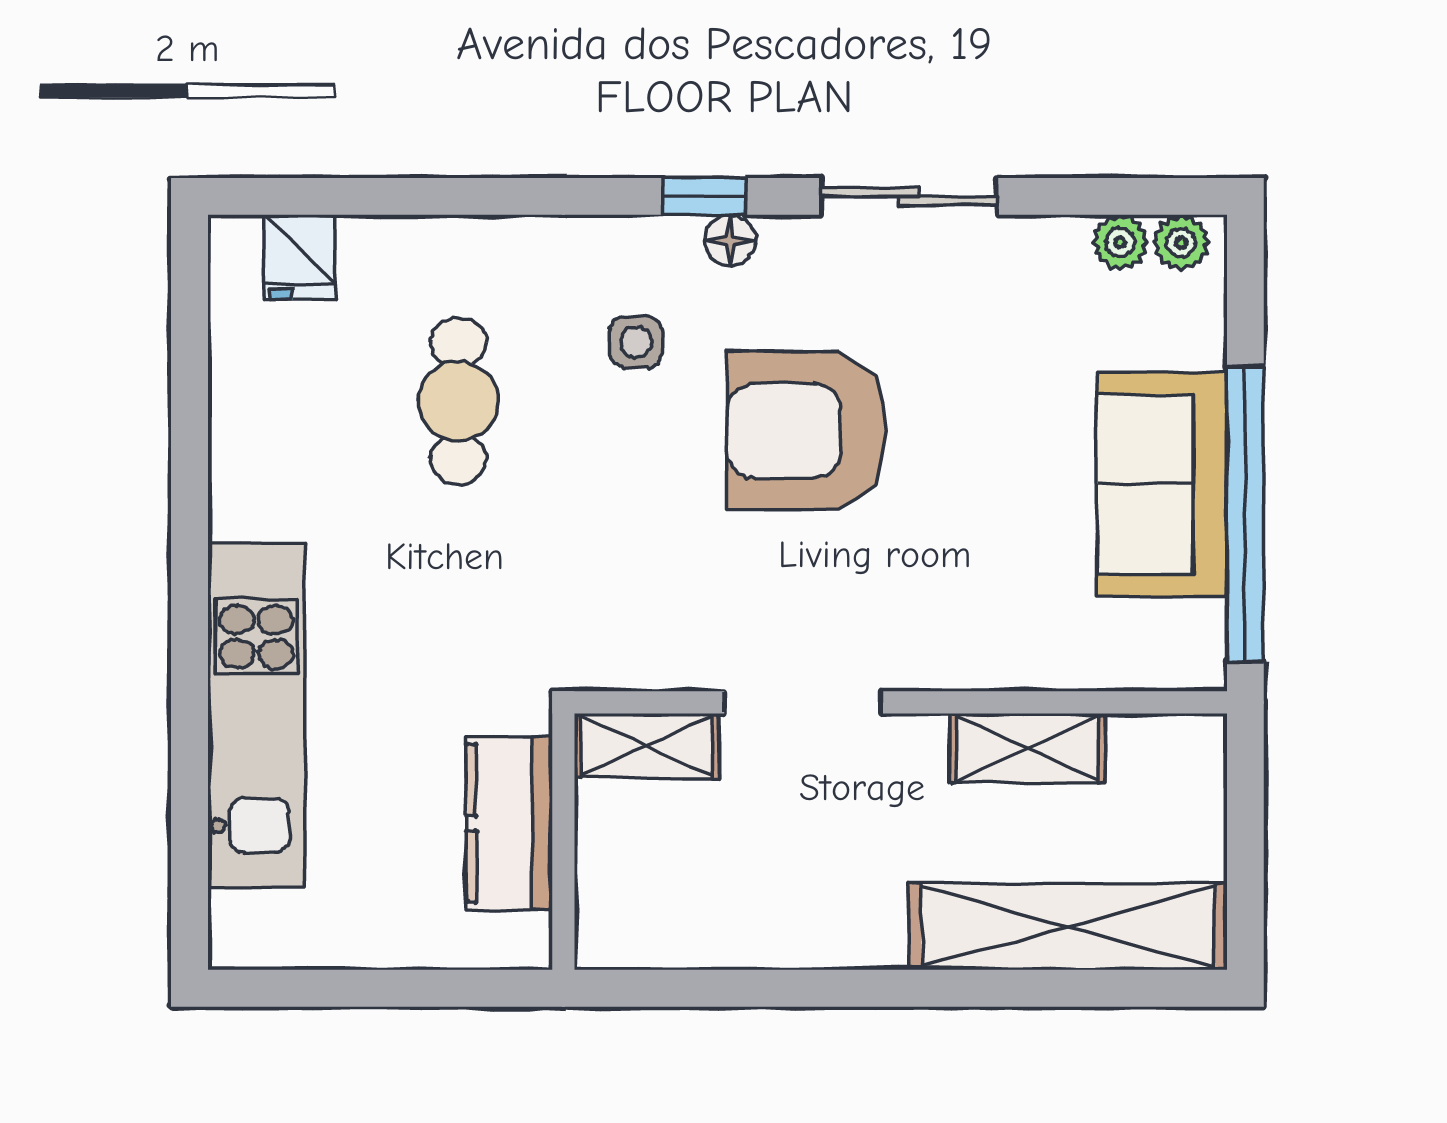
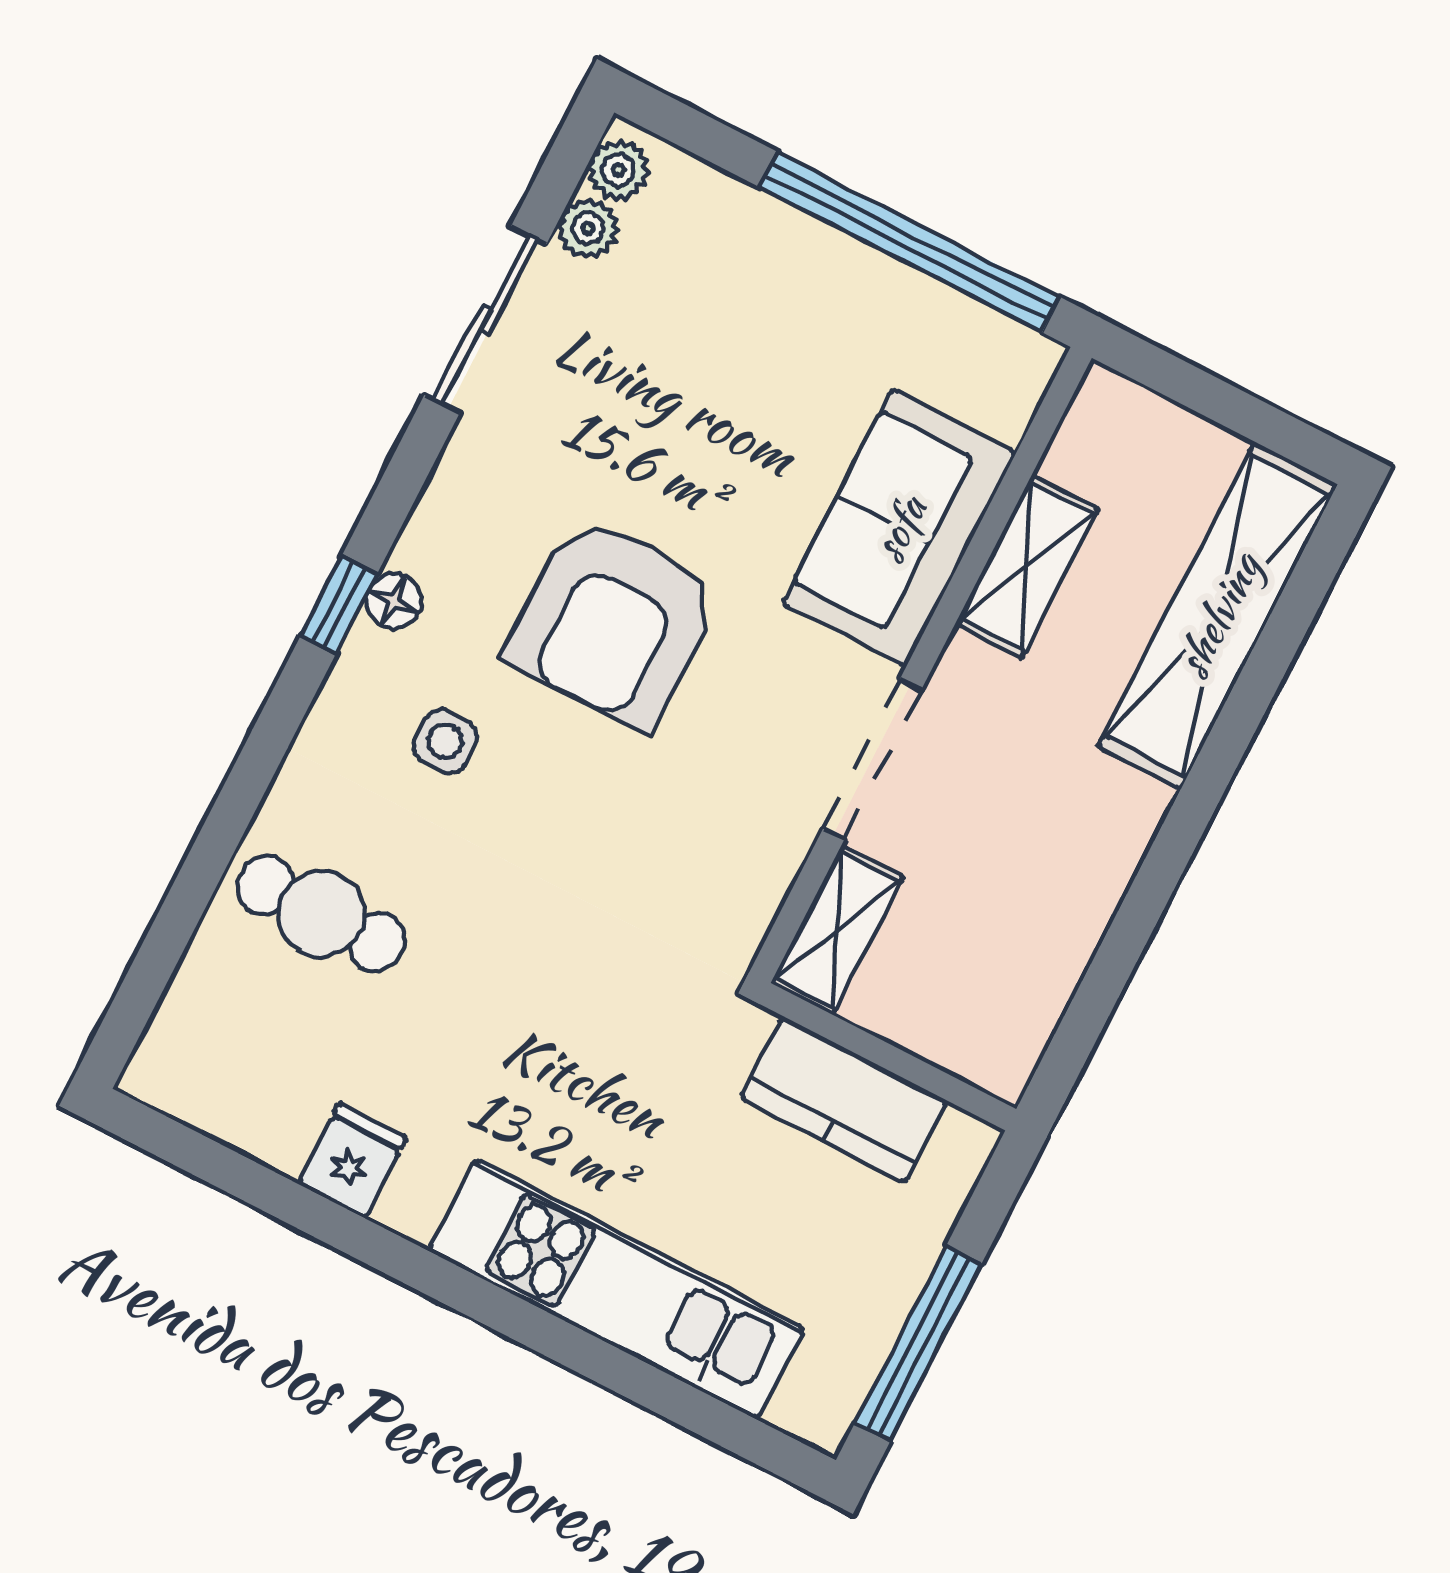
sliding door: (909, 196) -> (485, 320), moved
fridge: (300, 257) -> (352, 1161), moved, turned -90
cafe table: (458, 401) -> (321, 914), moved
sofa: (1162, 484) -> (899, 528), moved, turned 90
window: (339, 988) -> (918, 1344), added

